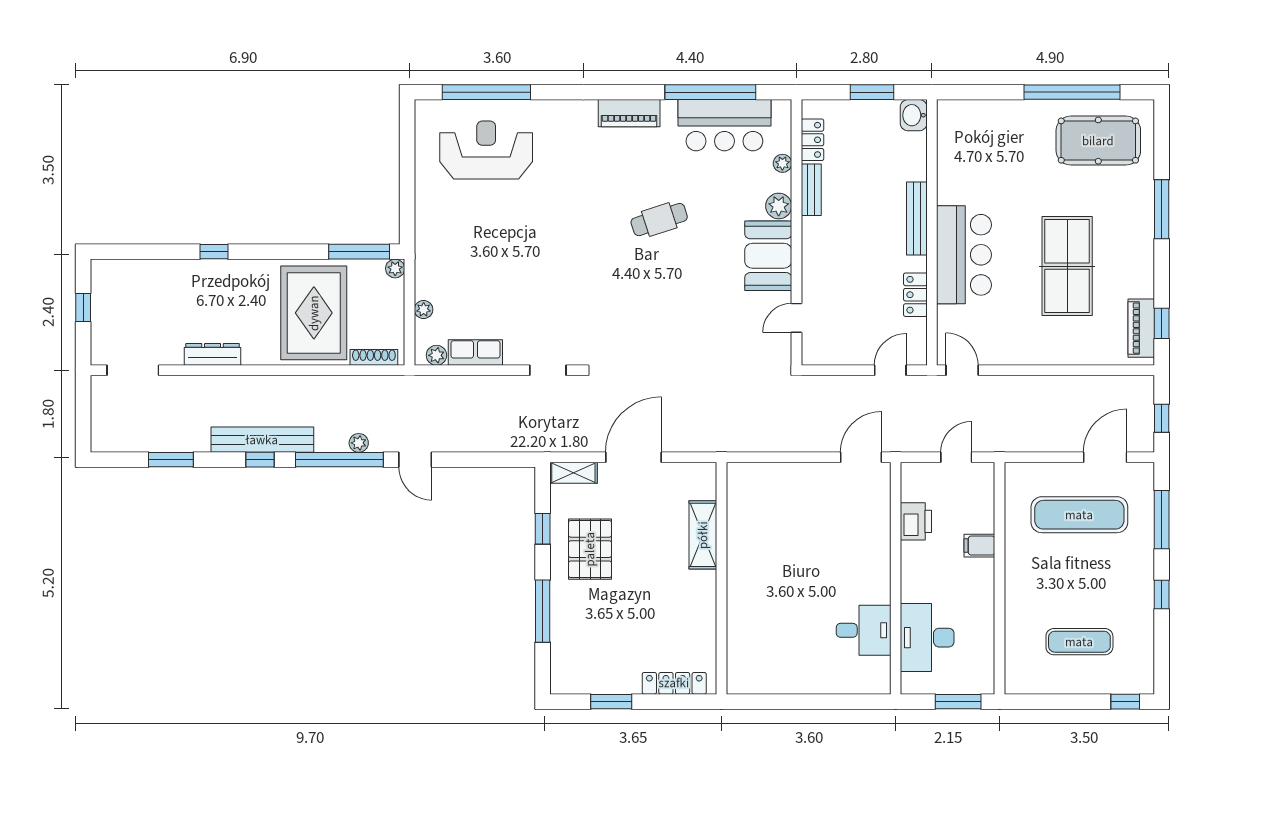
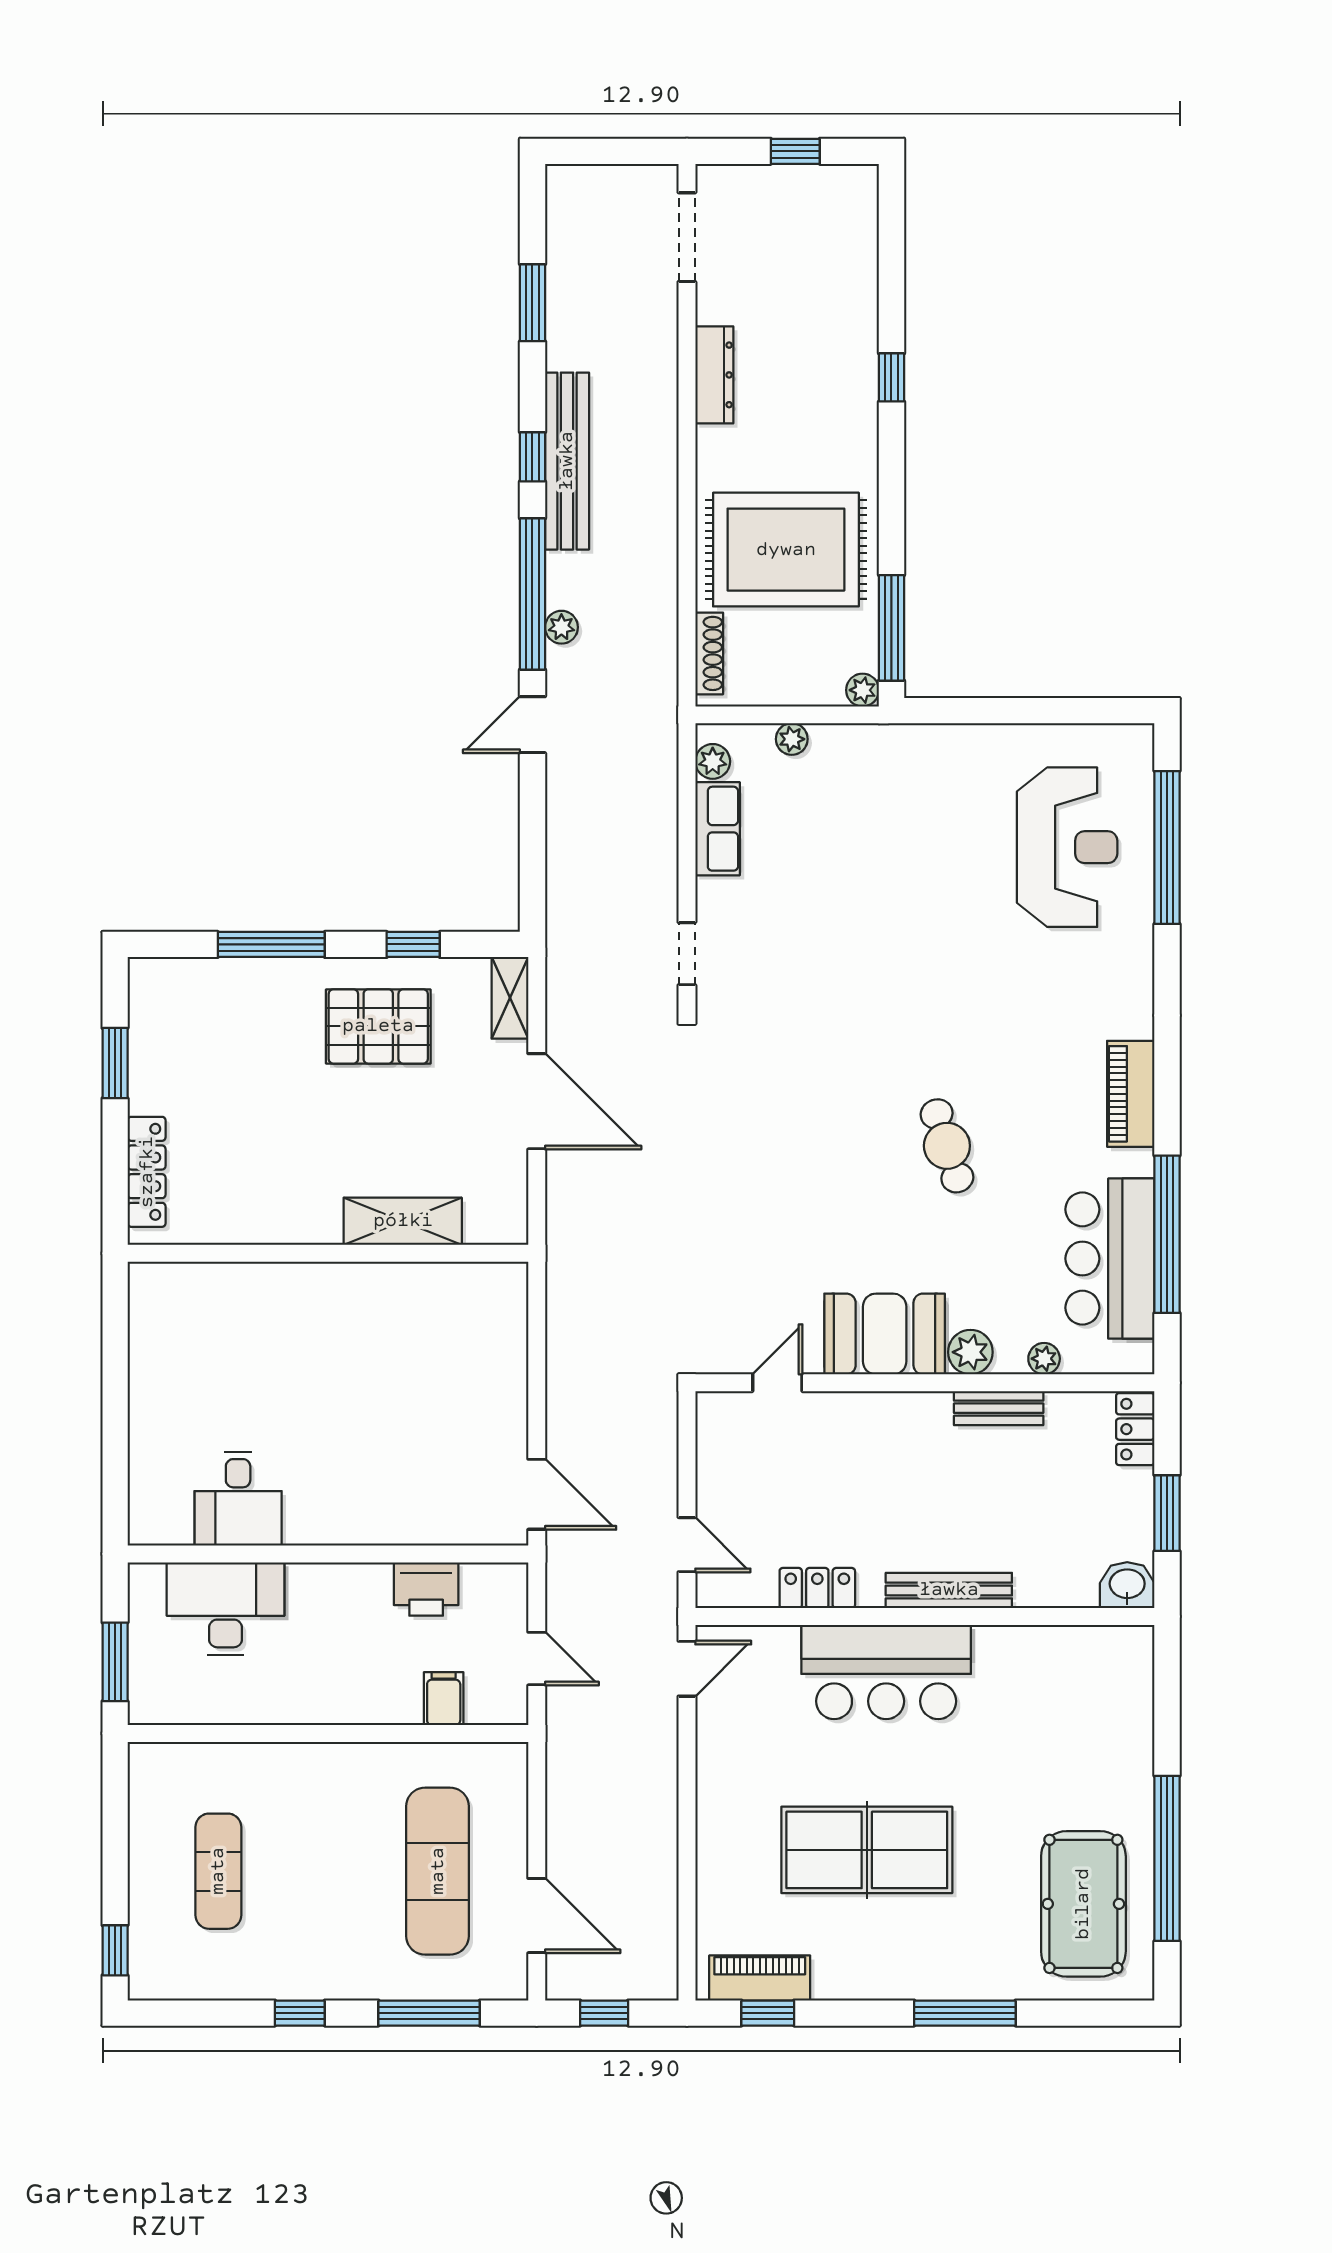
locker: (812, 140) -> (1135, 1429), moved, turned 90
door: (796, 318) -> (777, 1383), hinge flipped
filing cabinet: (979, 546) -> (444, 1699), moved

